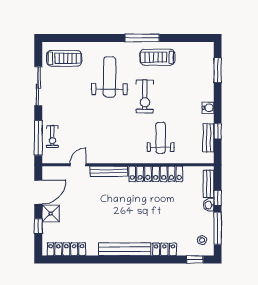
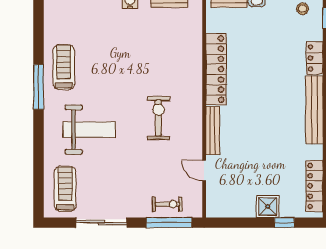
treadmill: (157, 57) -> (64, 67), turned 180
weight bench: (109, 77) -> (89, 130), turned 180
exercise bike: (145, 96) -> (159, 118), moved, turned -90
weight bench: (161, 138) -> (169, 63), removed
door: (38, 192) -> (240, 223), removed

